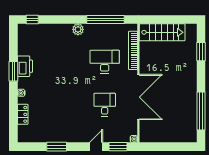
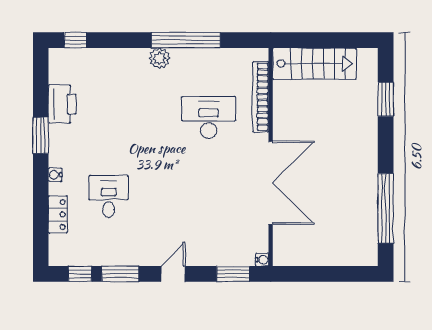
window: (105, 20) -> (186, 40), moved
printer: (25, 66) -> (62, 104), moved
desk: (105, 105) -> (109, 197), moved
window: (35, 147) -> (80, 274), added
door: (96, 147) -> (173, 274), moved

